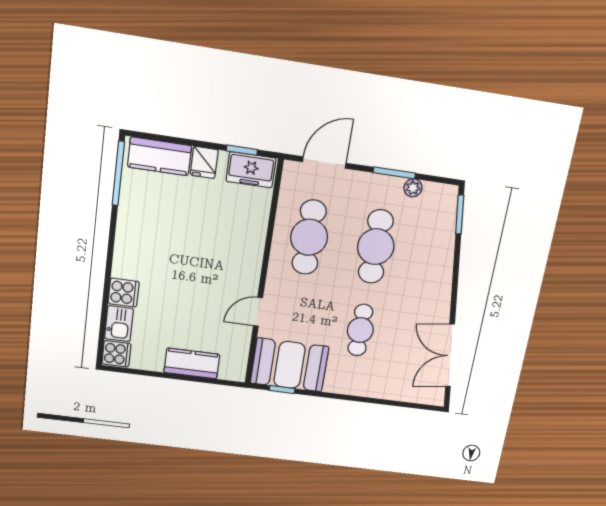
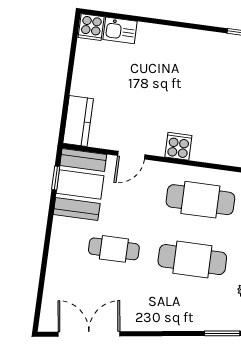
cooker: (124, 293) -> (178, 146), moved, turned 180
door: (258, 312) -> (131, 155), swing flipped
kitchen counter: (192, 363) -> (78, 121), moved

